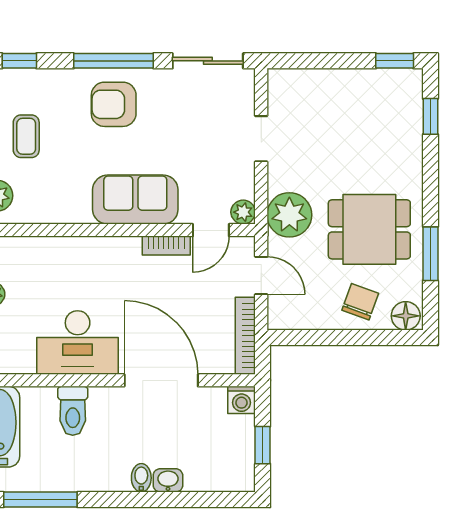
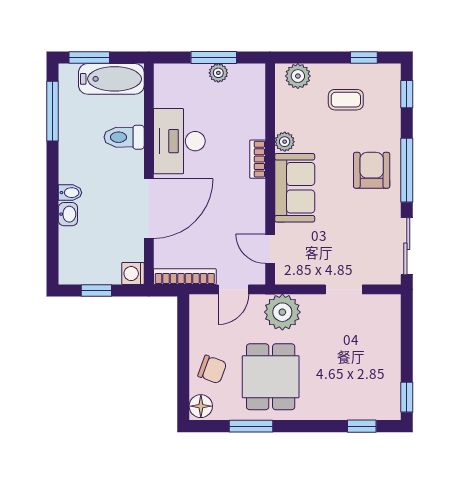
plant: (243, 212) -> (285, 142), moved
bookcase: (166, 246) -> (258, 159), moved

